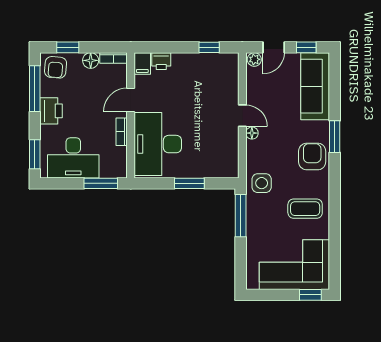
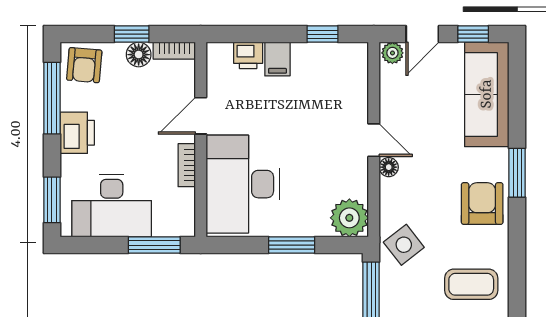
window: (68, 47) -> (132, 34), moved
filing cabinet: (142, 63) -> (277, 59), moved
plant: (227, 166) -> (349, 218), added
side table: (262, 183) -> (404, 245), turned -38

